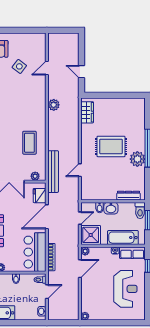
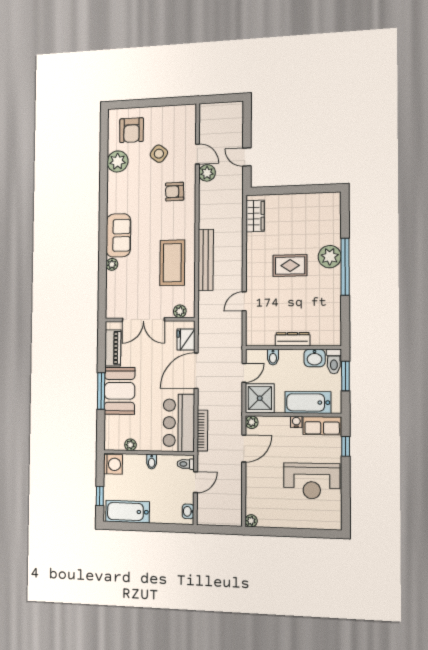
door: (47, 68) -> (197, 154), swing flipped
armchair: (31, 93) -> (175, 192), added
plant: (54, 105) -> (207, 173), moved
coffee table: (29, 143) -> (172, 263), width x1.36, depth x1.32
rug: (111, 146) -> (290, 266), width x0.73, depth x0.70
plant: (137, 159) -> (330, 257), moved
bench: (53, 172) -> (206, 260), moved
dresser: (129, 196) -> (292, 339), moved
washbasin: (111, 208) -> (314, 358), moved
reception desk: (125, 289) -> (312, 481), turned 90

